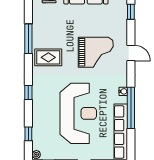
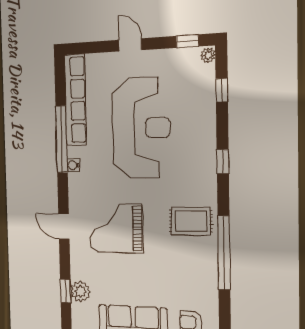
plant: (121, 12) -> (80, 291), added
window: (28, 39) -> (224, 253), width x1.46
reception desk: (78, 113) -> (141, 128), turned 180

